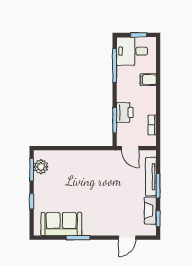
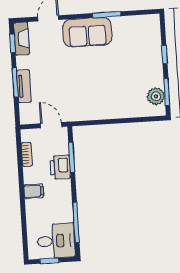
filing cabinet: (148, 80) -> (34, 191), moved
tv unit: (151, 177) -> (24, 86), width x0.71
fireplace: (150, 211) -> (22, 39), moved
sofa: (61, 224) -> (87, 32), moved

